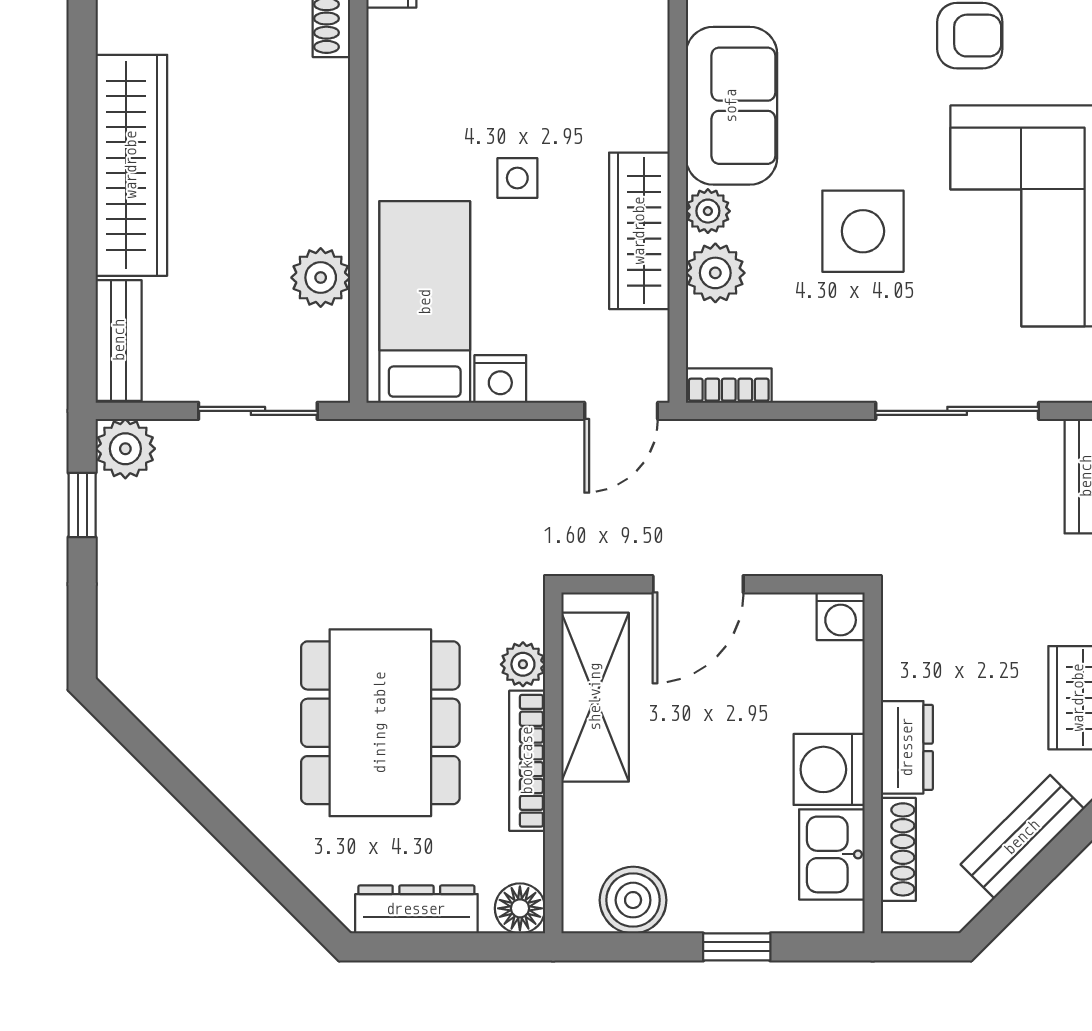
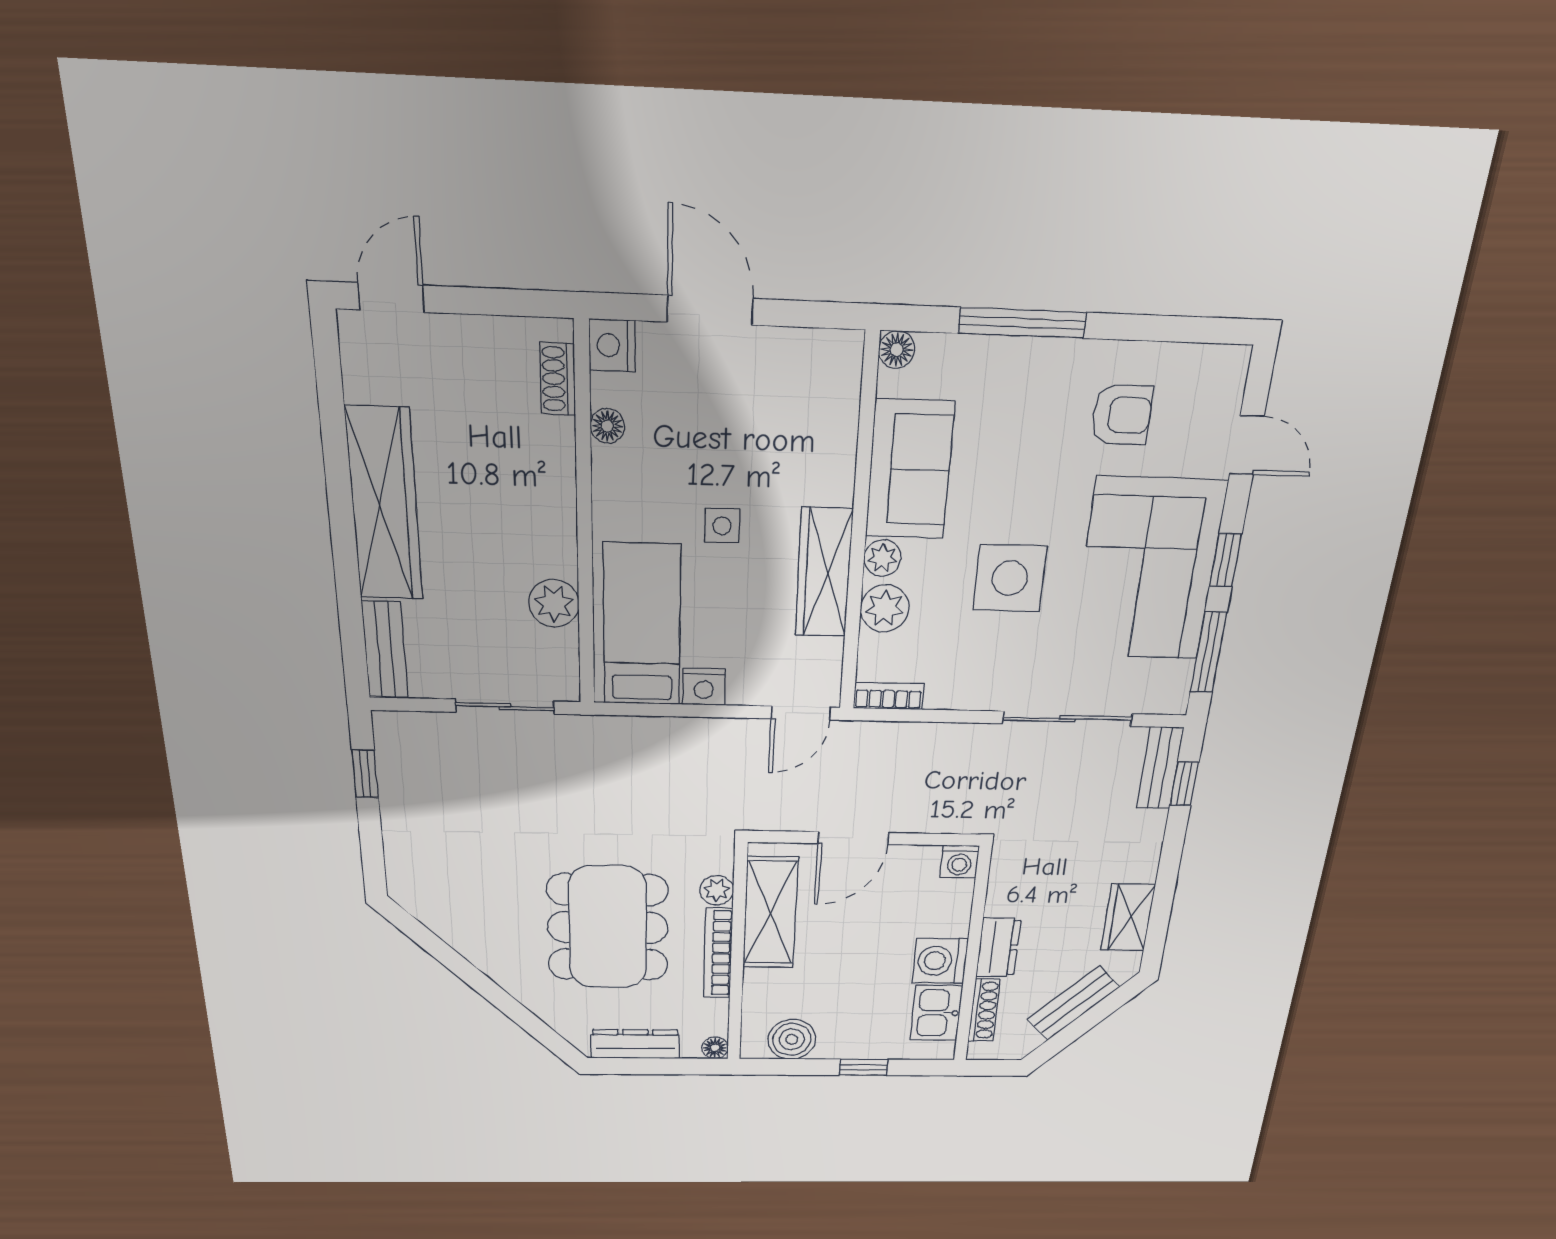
floor lamp: (386, 68) -> (607, 426), added
plant: (125, 449) -> (397, 733), removed
floor lamp: (520, 908) -> (715, 1048), width x0.73, depth x0.73

